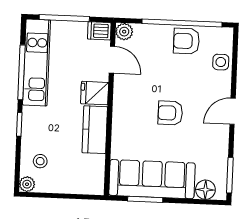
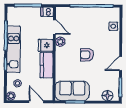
plant: (124, 32) -> (60, 42), moved
armchair: (186, 41) -> (94, 16), removed
kitchen unit: (36, 62) -> (14, 49), moved
door: (233, 111) -> (121, 63), moved
sofa: (152, 179) -> (72, 91), width x0.73
door: (73, 196) -> (36, 102), added

